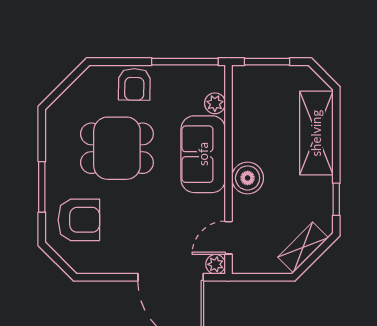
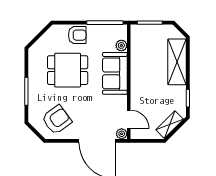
armchair: (134, 84) -> (77, 35), turned -91
boiler: (248, 178) -> (139, 86), removed
armchair: (79, 220) -> (57, 120), moved, turned -36
door: (229, 238) -> (129, 119), swing flipped

